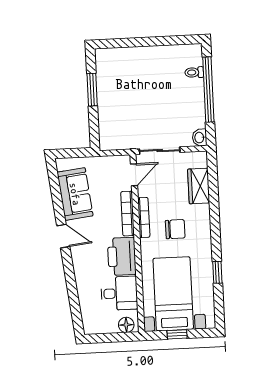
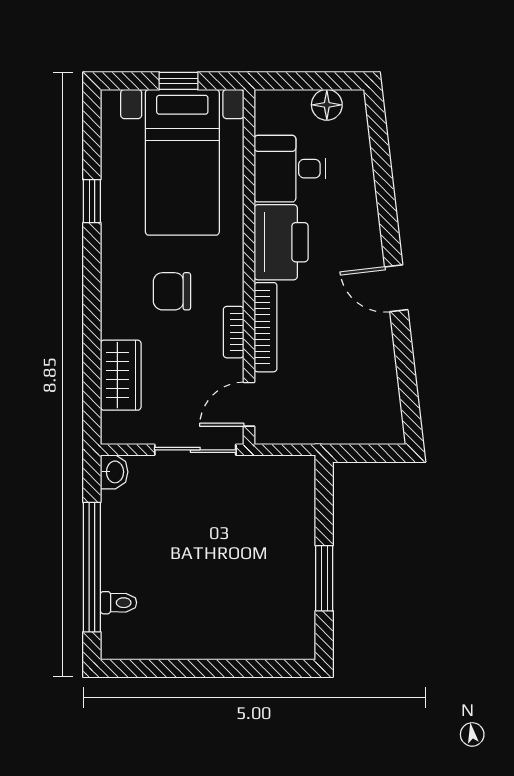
sofa: (75, 194) -> (369, 371), removed
bookcase: (144, 218) -> (234, 332), width x0.64
floor lamp: (126, 325) -> (327, 105), moved

